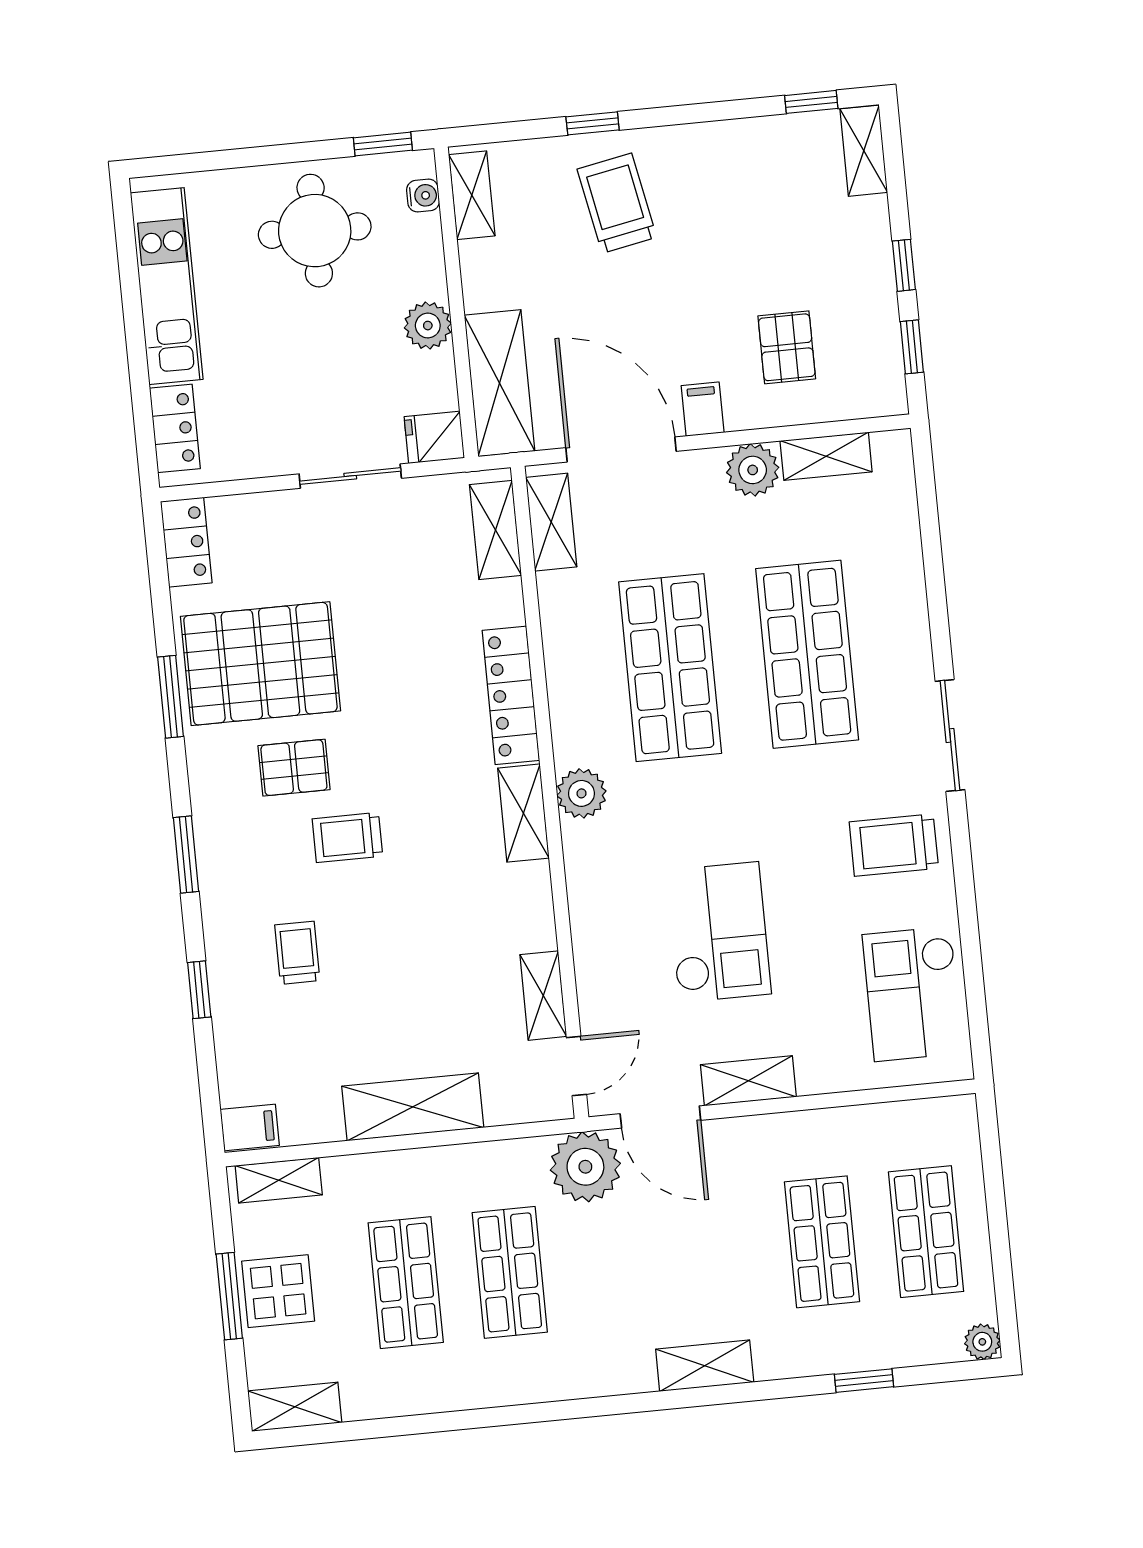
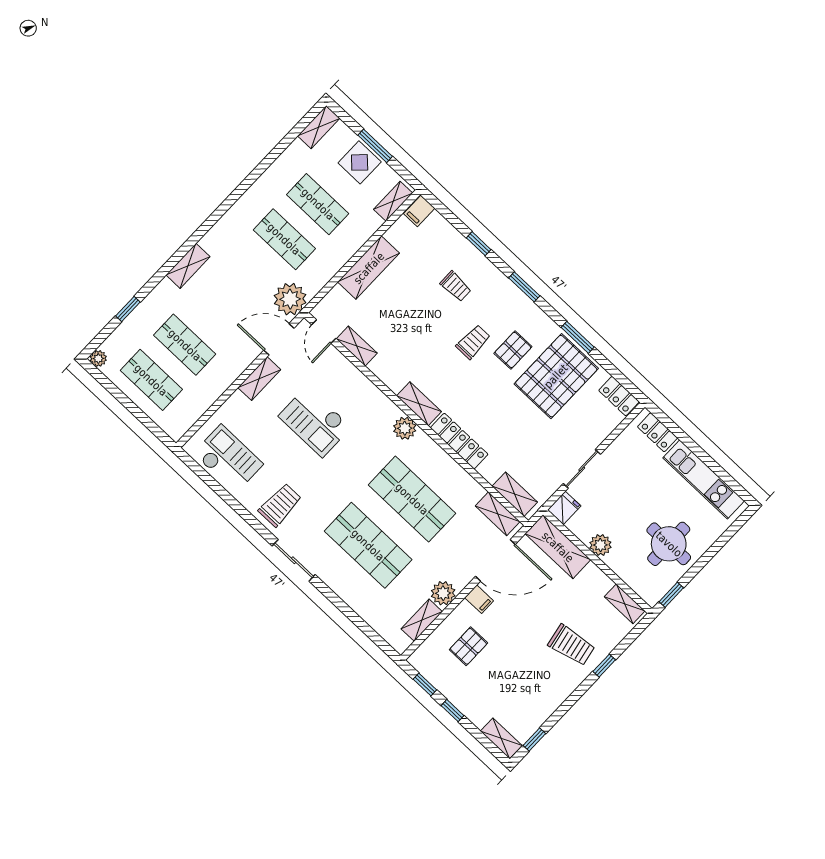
water cooler: (423, 196) -> (642, 589), removed
pallet: (787, 347) -> (468, 646), turned 90

